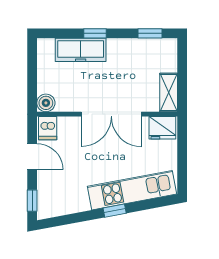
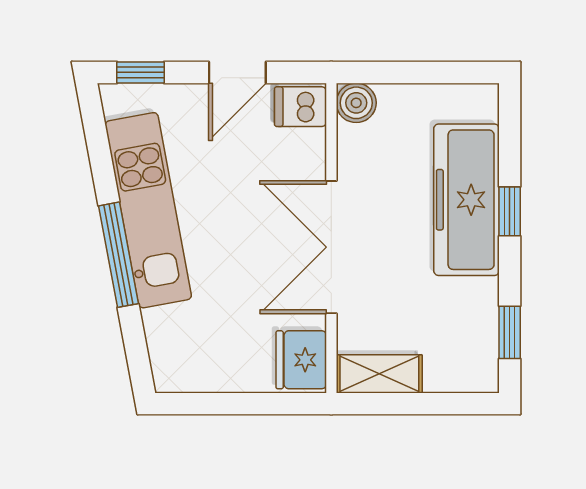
freezer: (81, 50) -> (466, 200), width x1.36, depth x1.26
kitchen unit: (132, 190) -> (148, 210), moved
window: (115, 211) -> (118, 255), width x2.17

